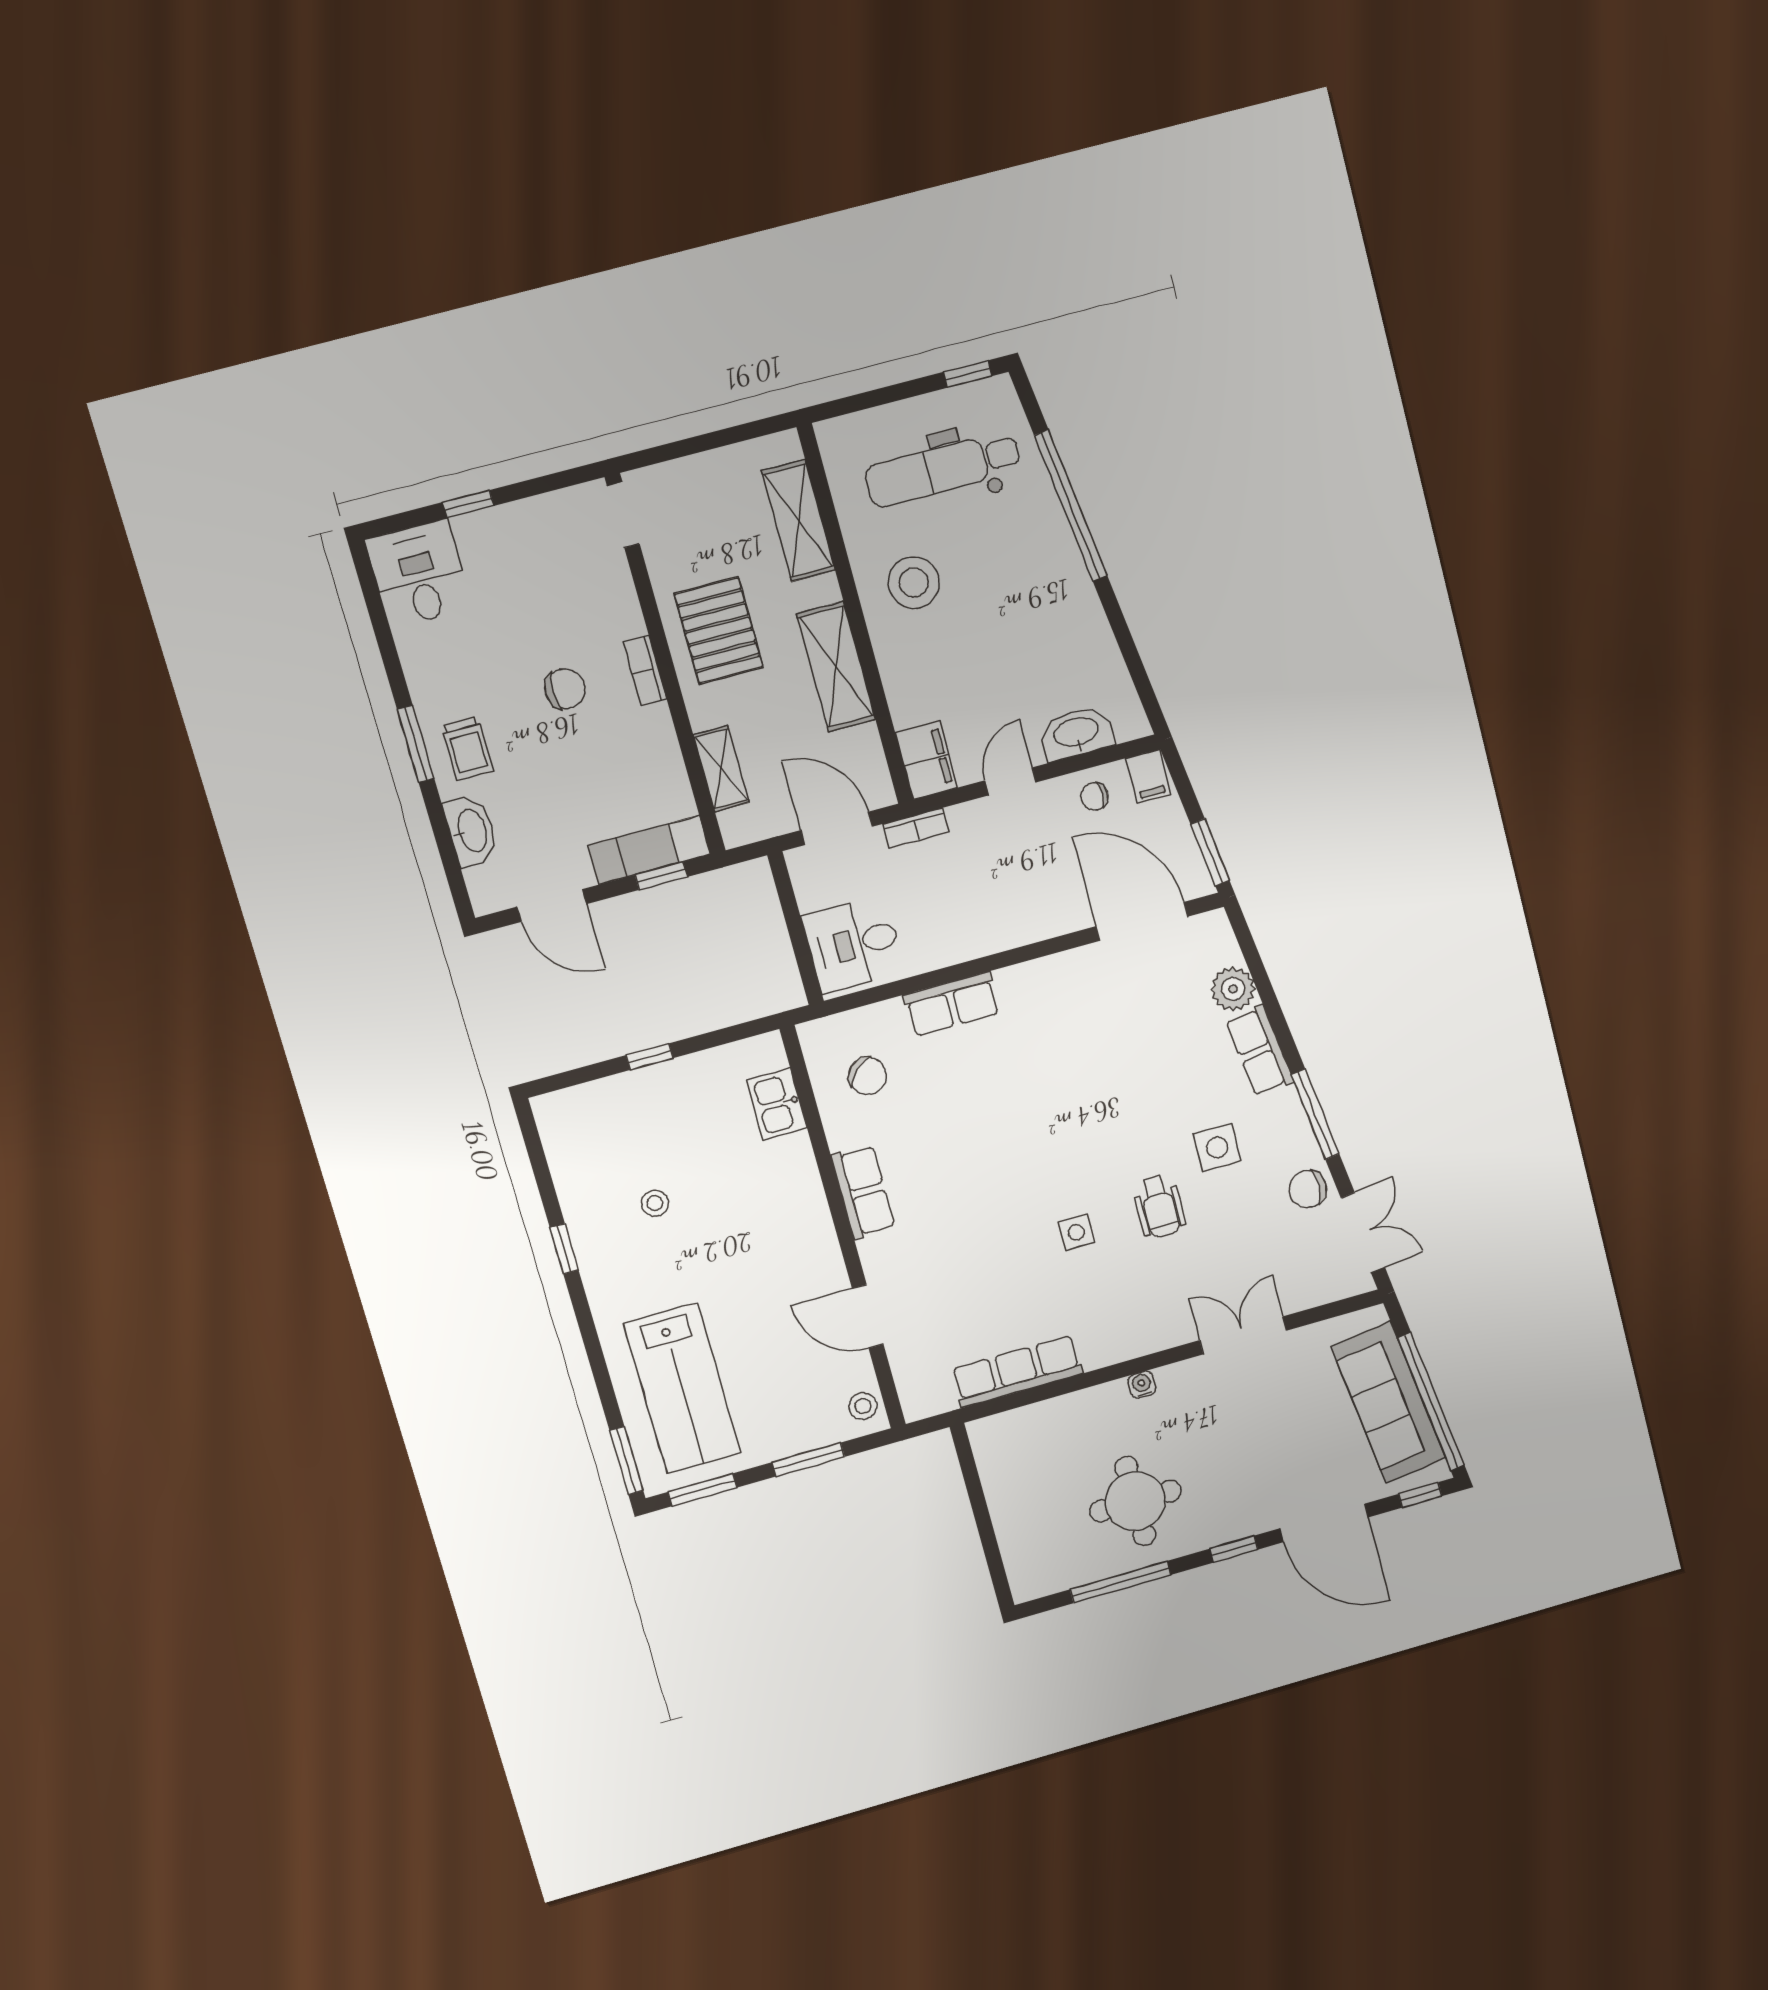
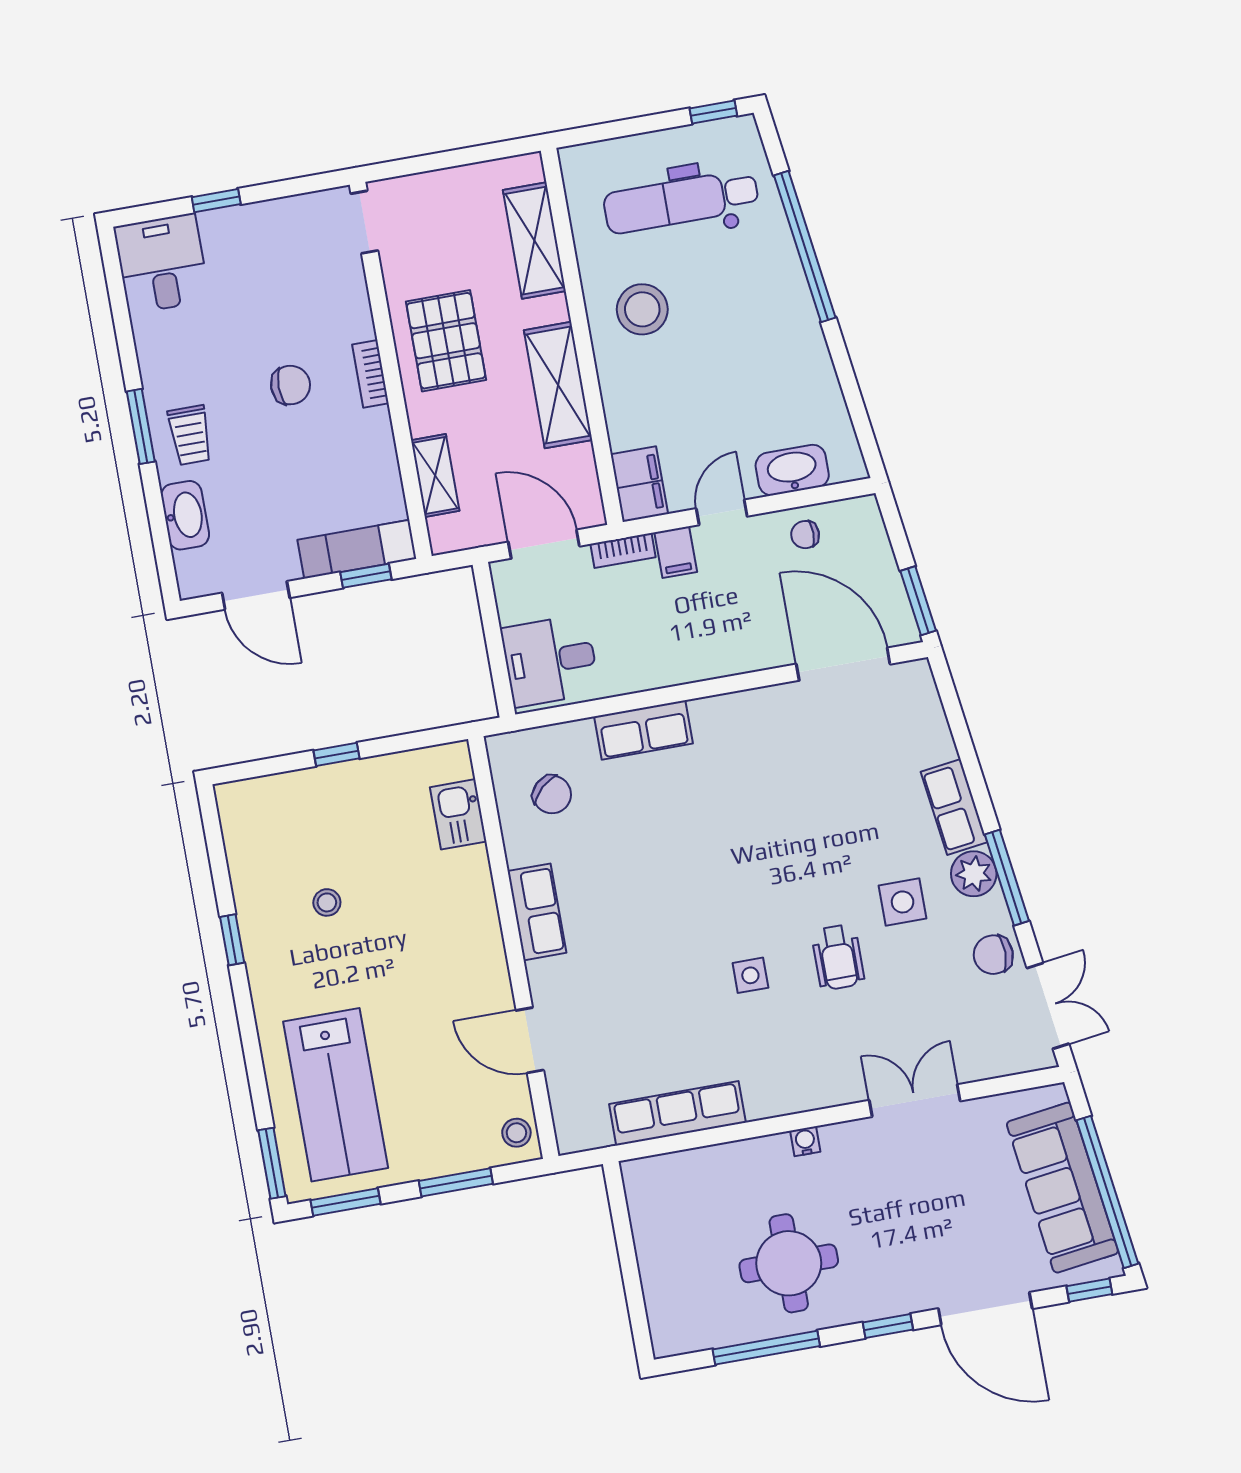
filing cabinet: (1148, 776) -> (676, 552), moved
plant: (1233, 989) -> (974, 874), moved

